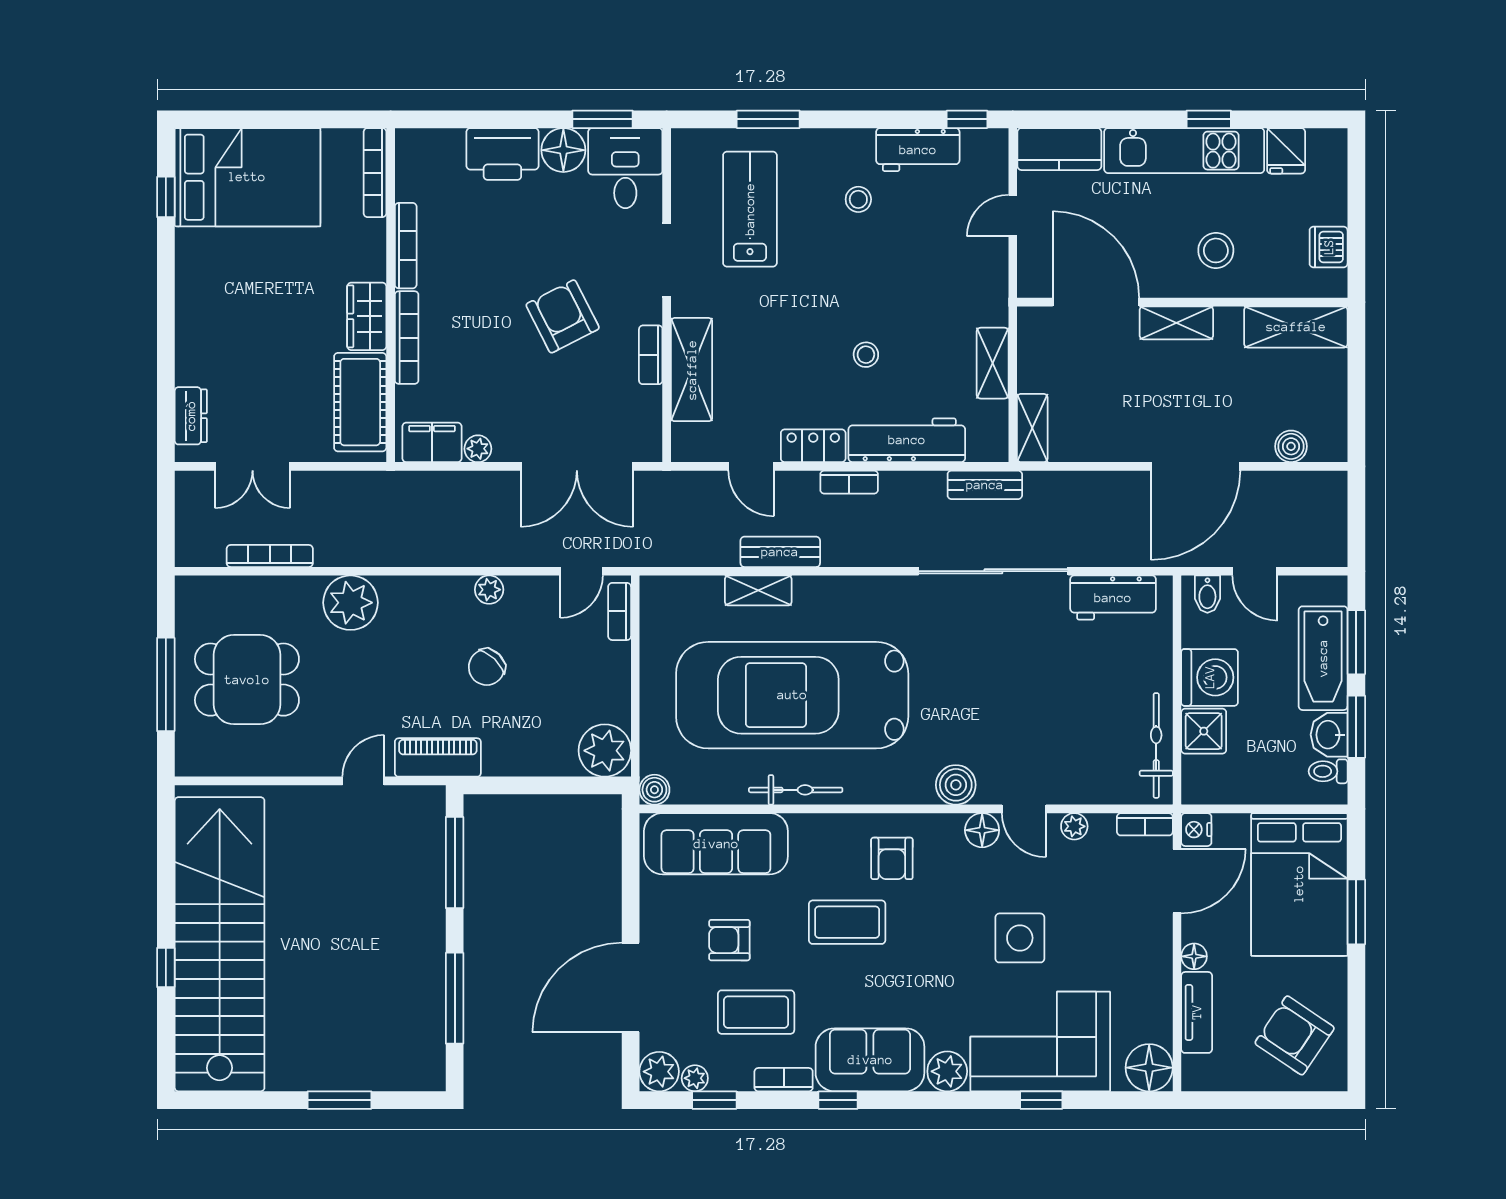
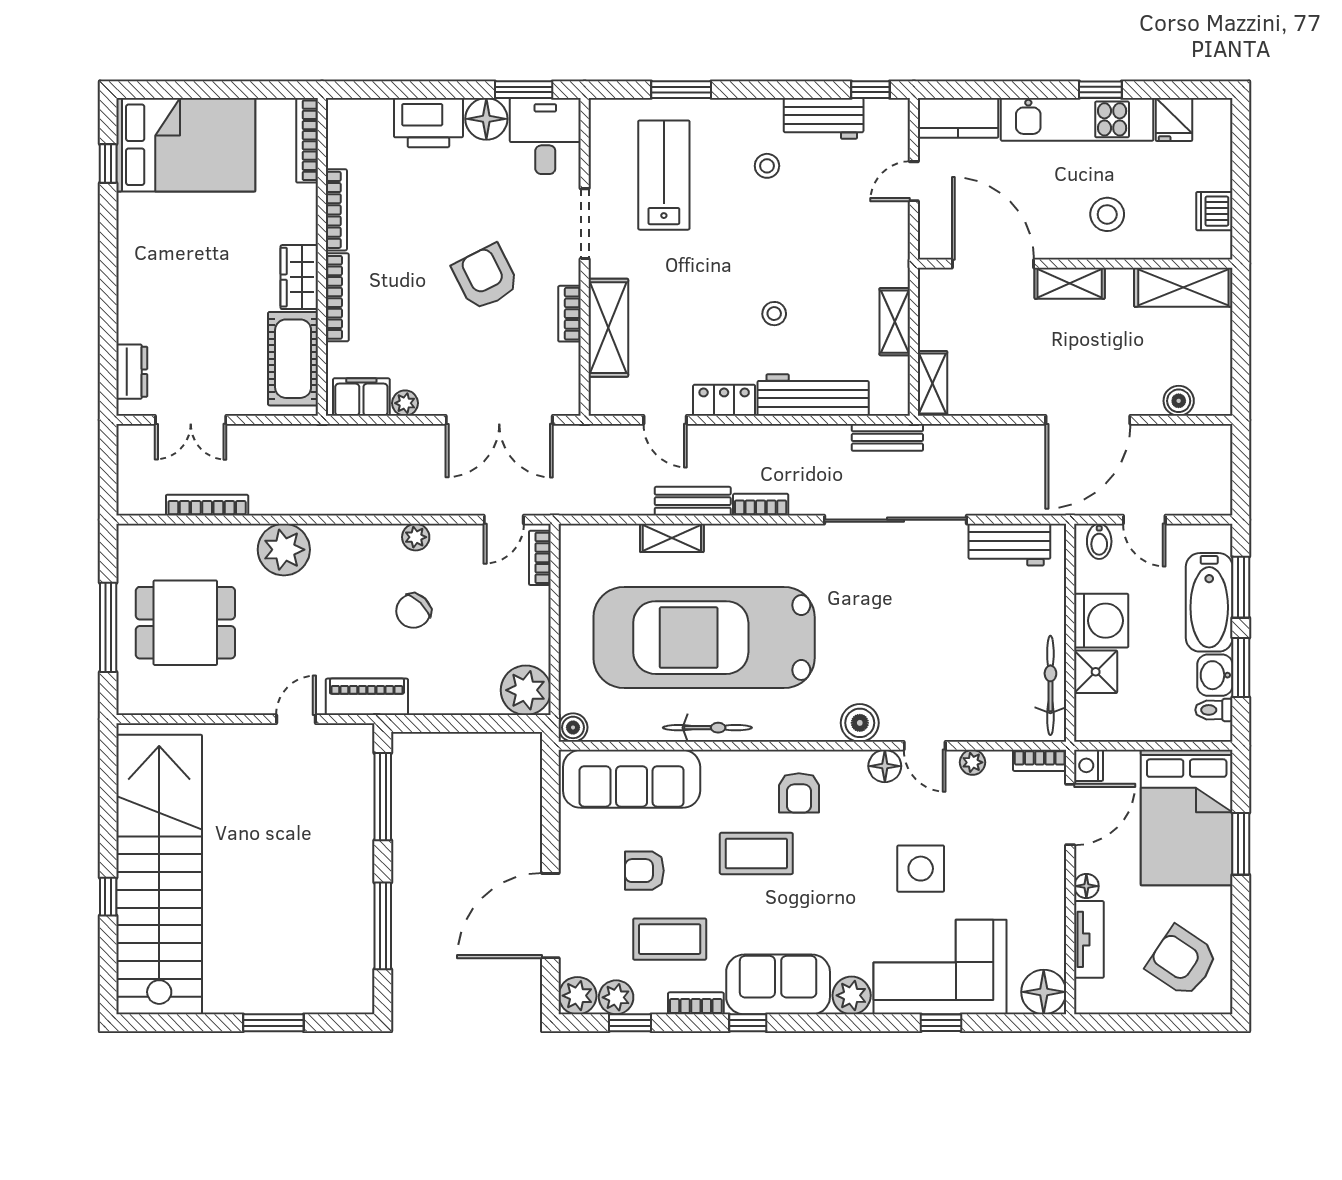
bookcase: (849, 482) -> (761, 505), moved, turned 180
plant: (695, 1078) -> (616, 997), width x1.38, depth x1.38

